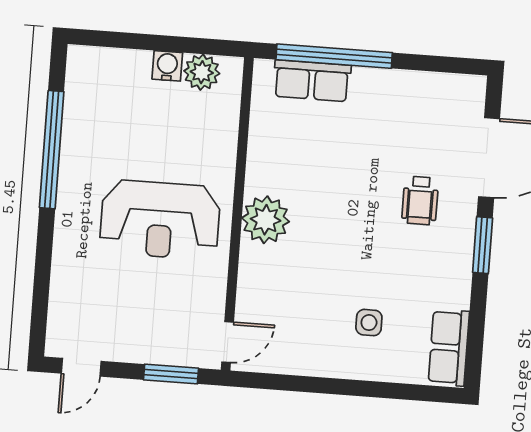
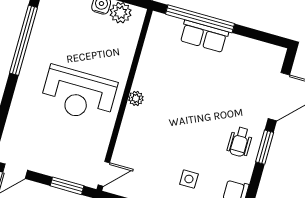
row of seats: (312, 81) -> (204, 36), moved
wheelchair: (420, 200) -> (240, 142), moved
plant: (266, 220) -> (136, 98), width x0.53, depth x0.53

